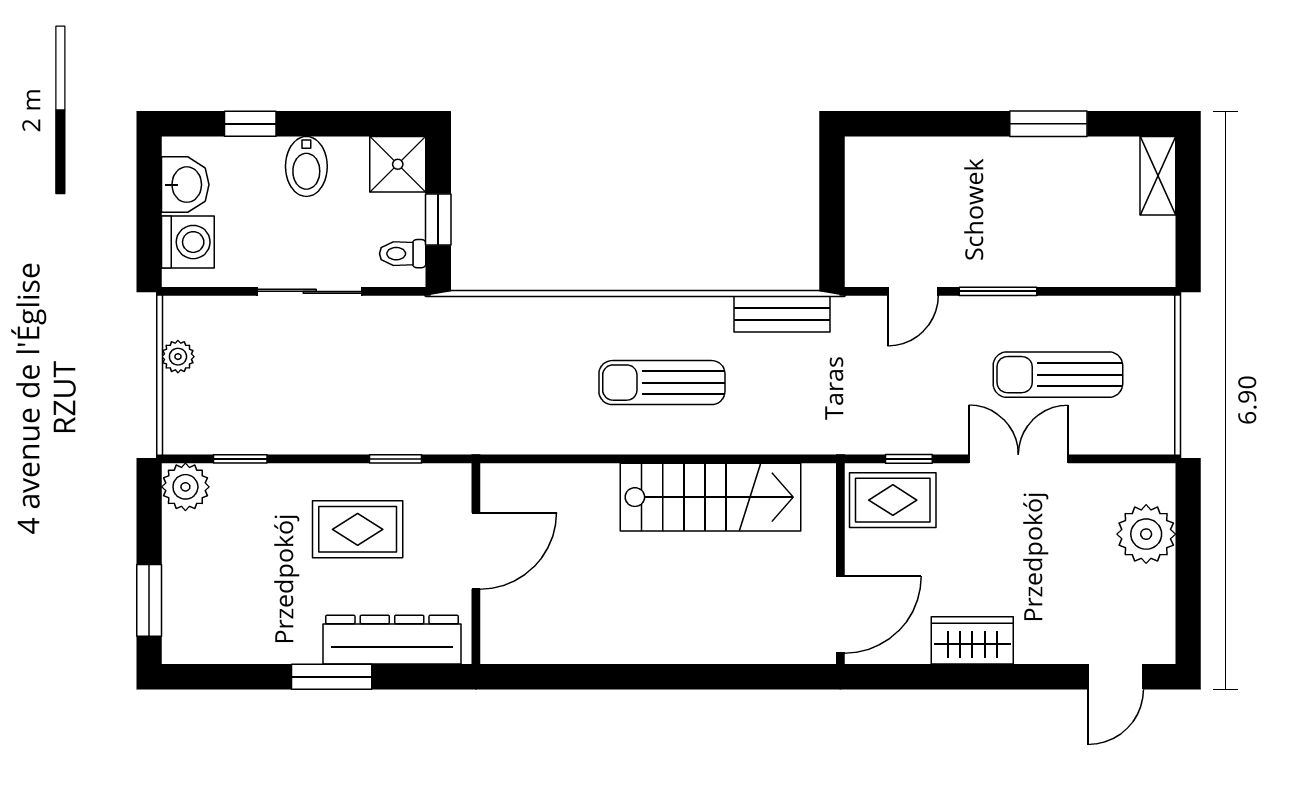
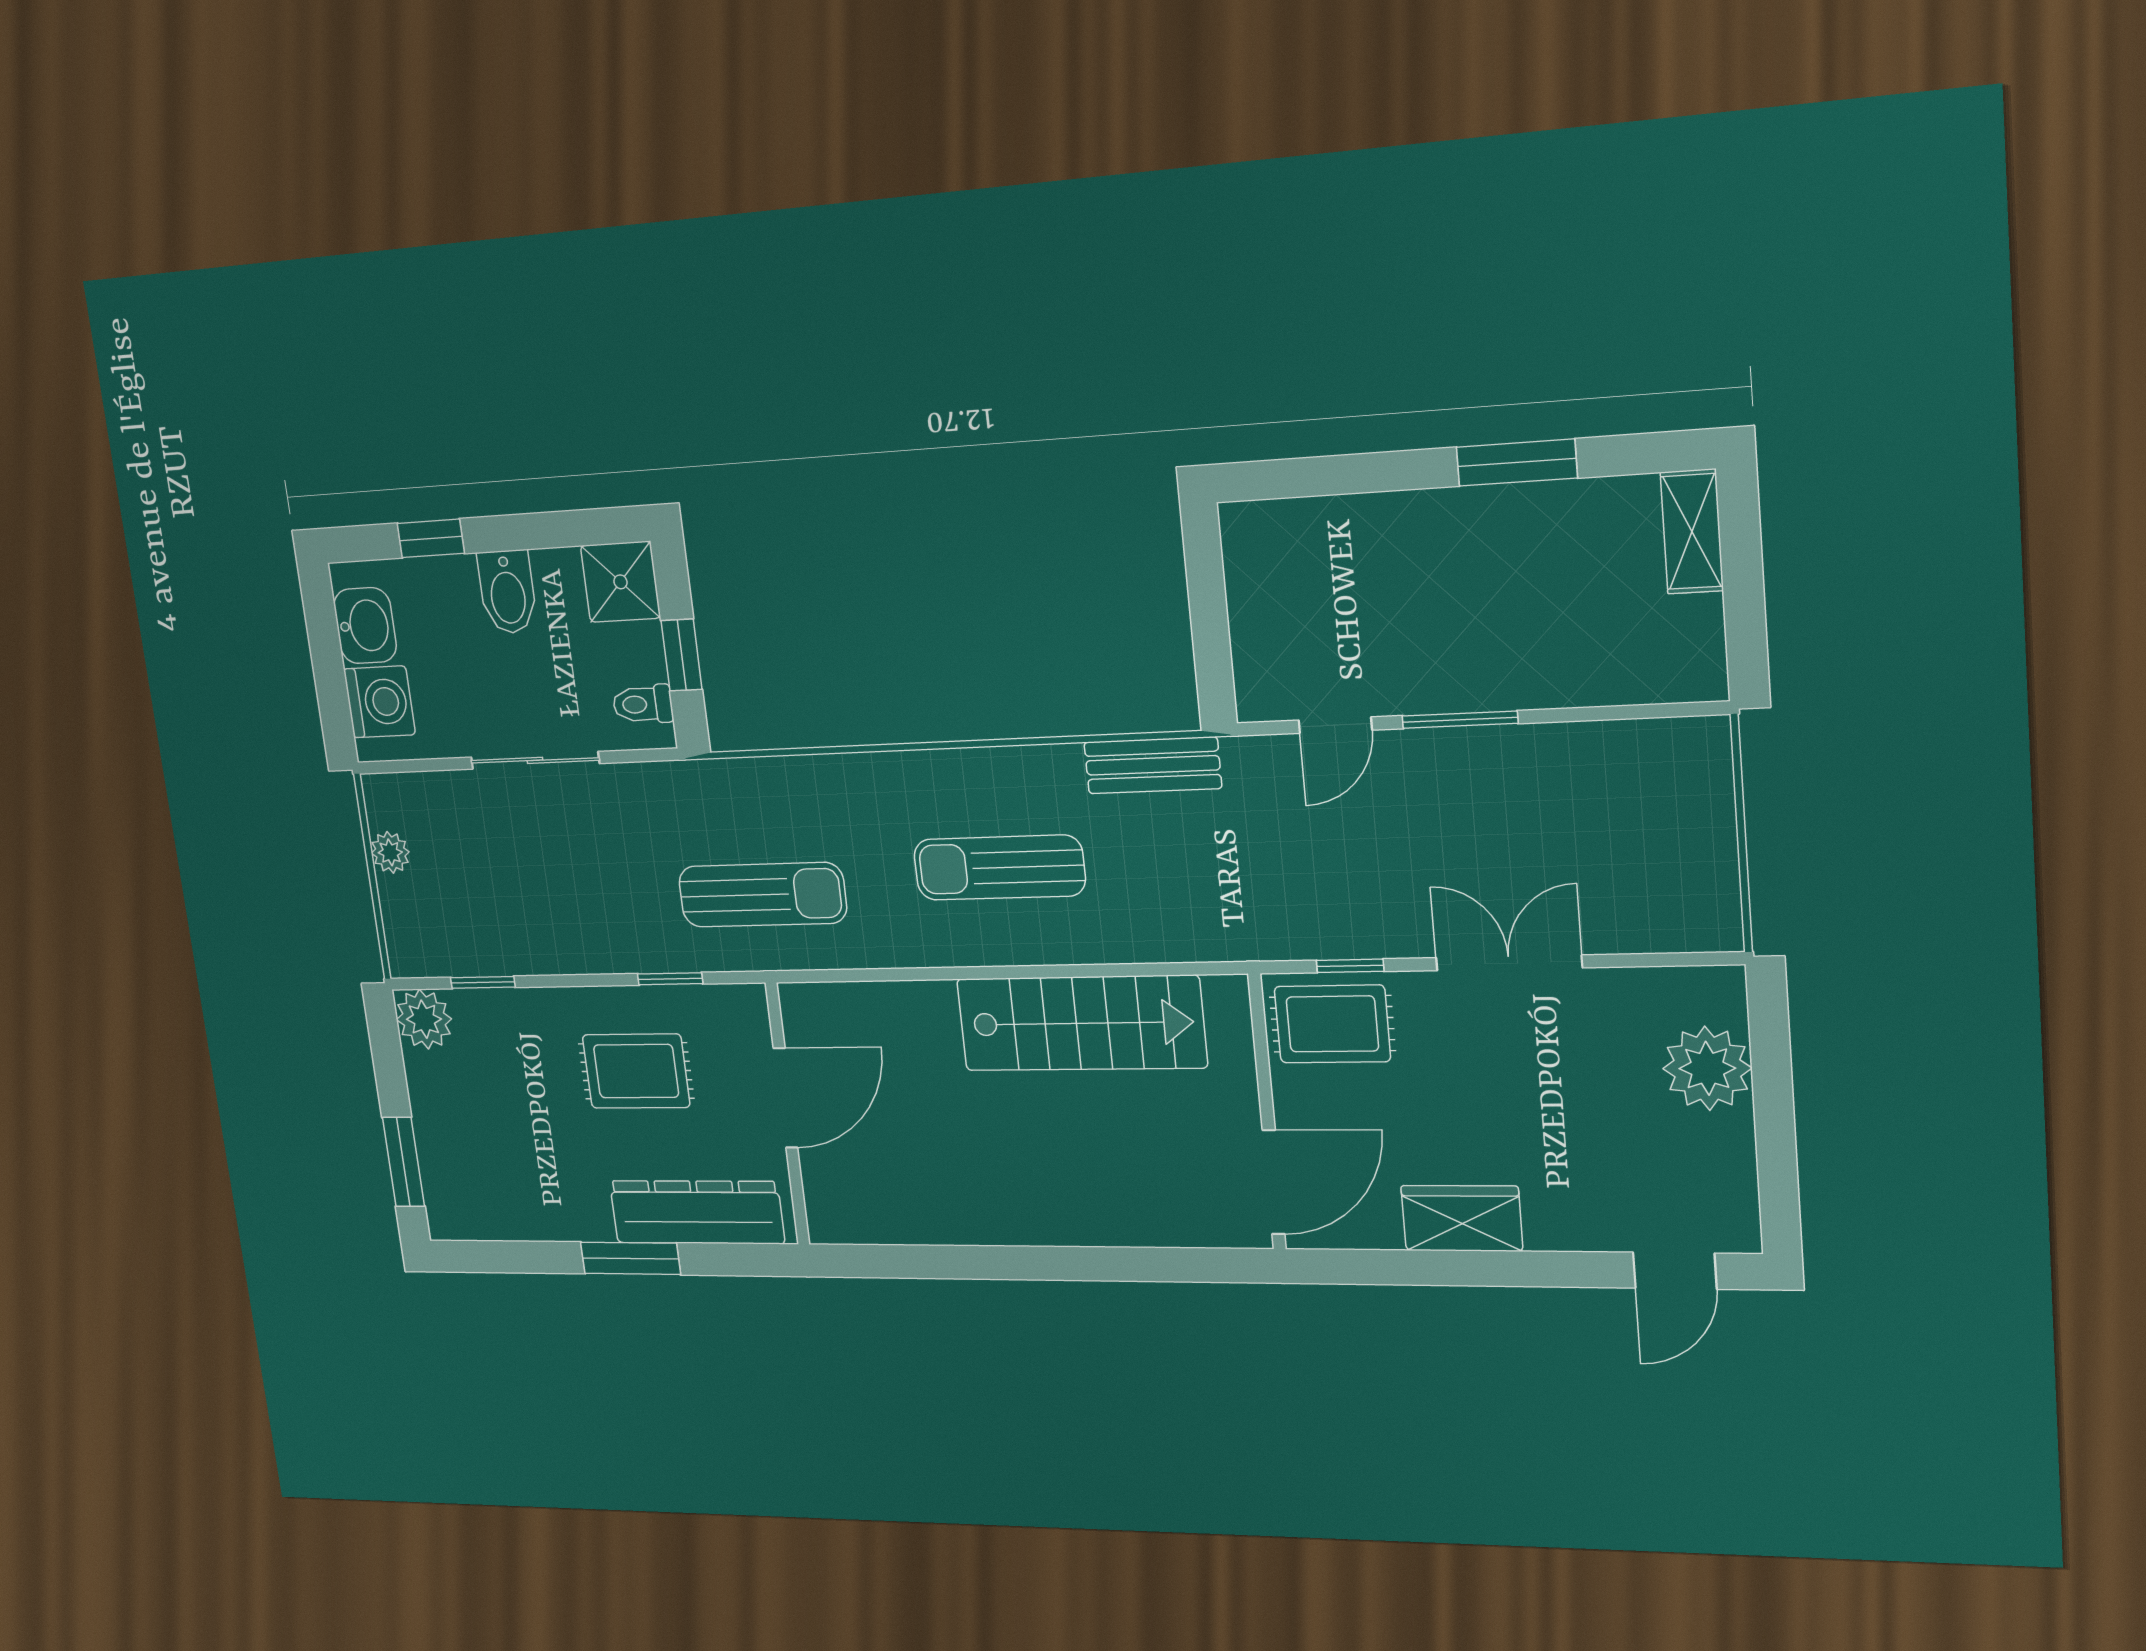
sun lounger: (1058, 375) -> (762, 895), moved, turned 180

